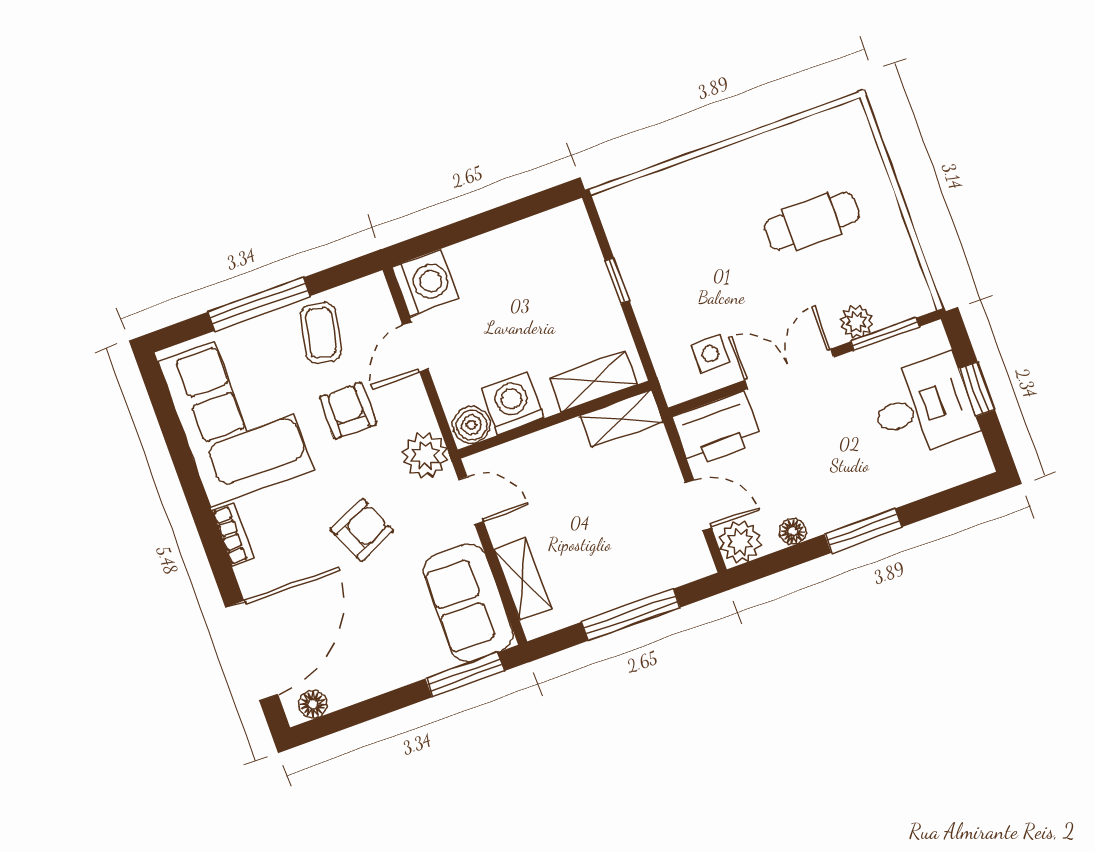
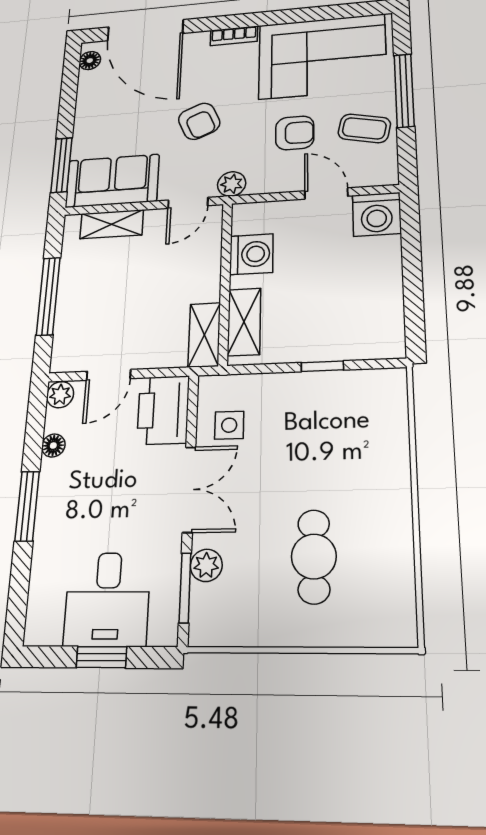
boiler: (471, 425) -> (247, 219), removed
plant: (425, 455) -> (232, 184), width x0.73, depth x0.73
plant: (740, 542) -> (60, 395), width x0.73, depth x0.73

